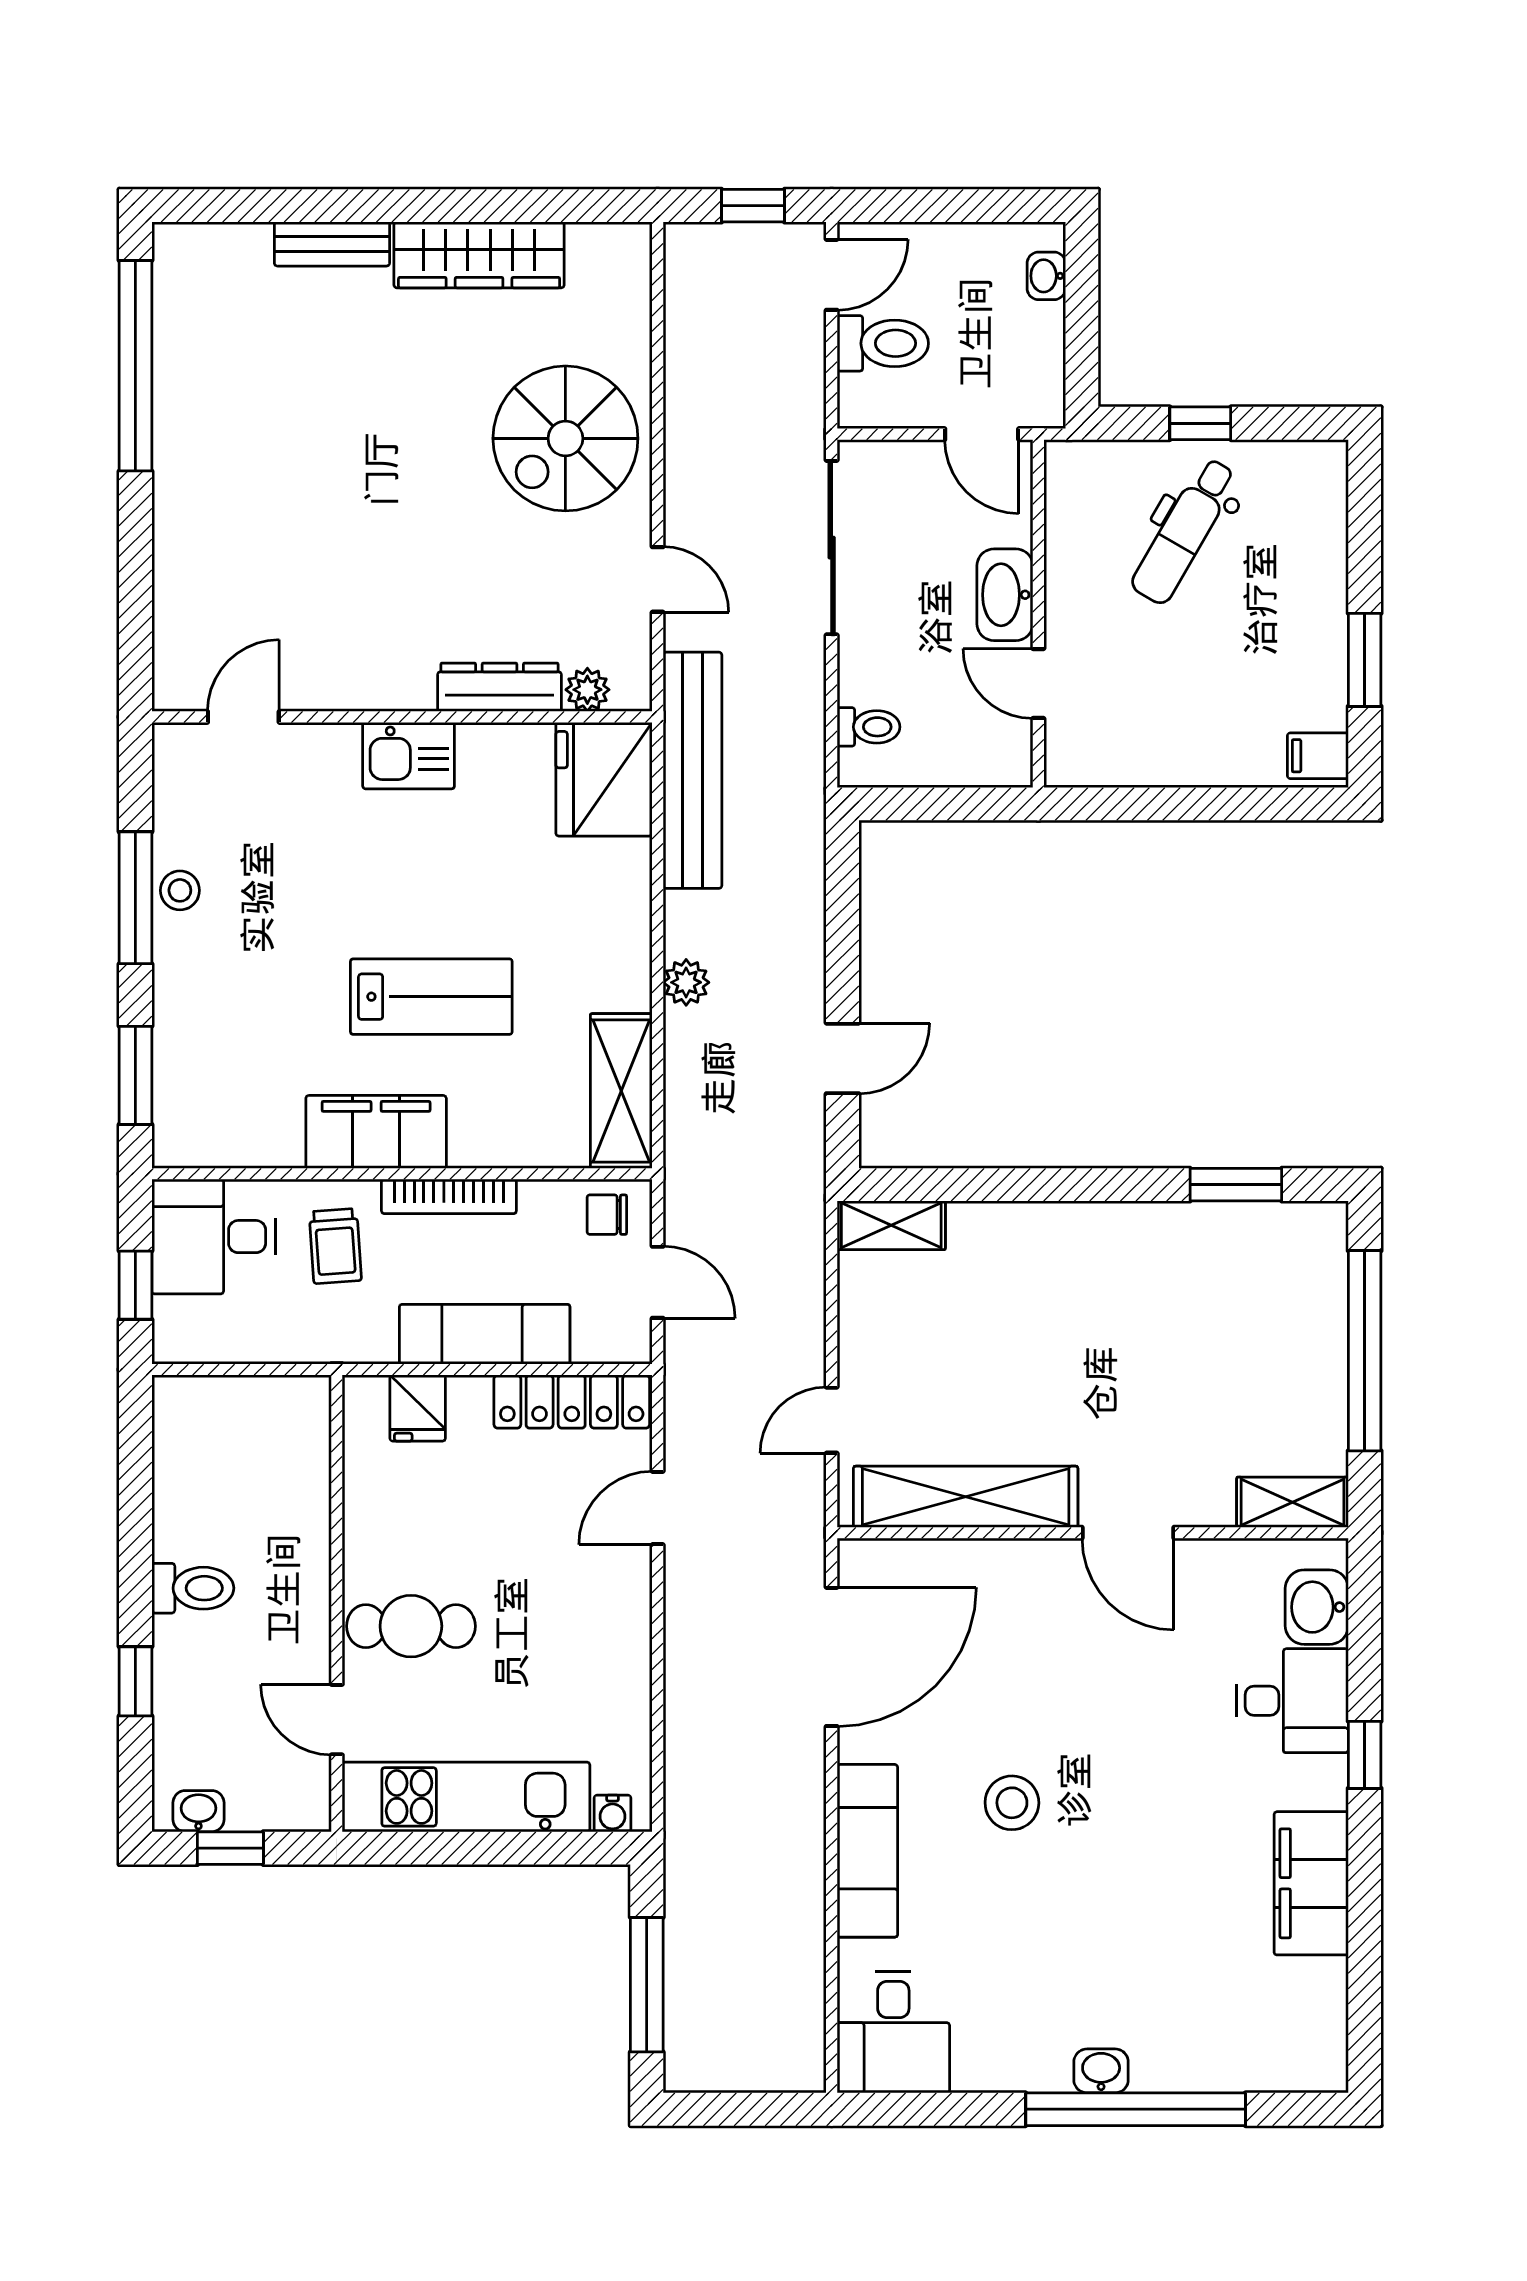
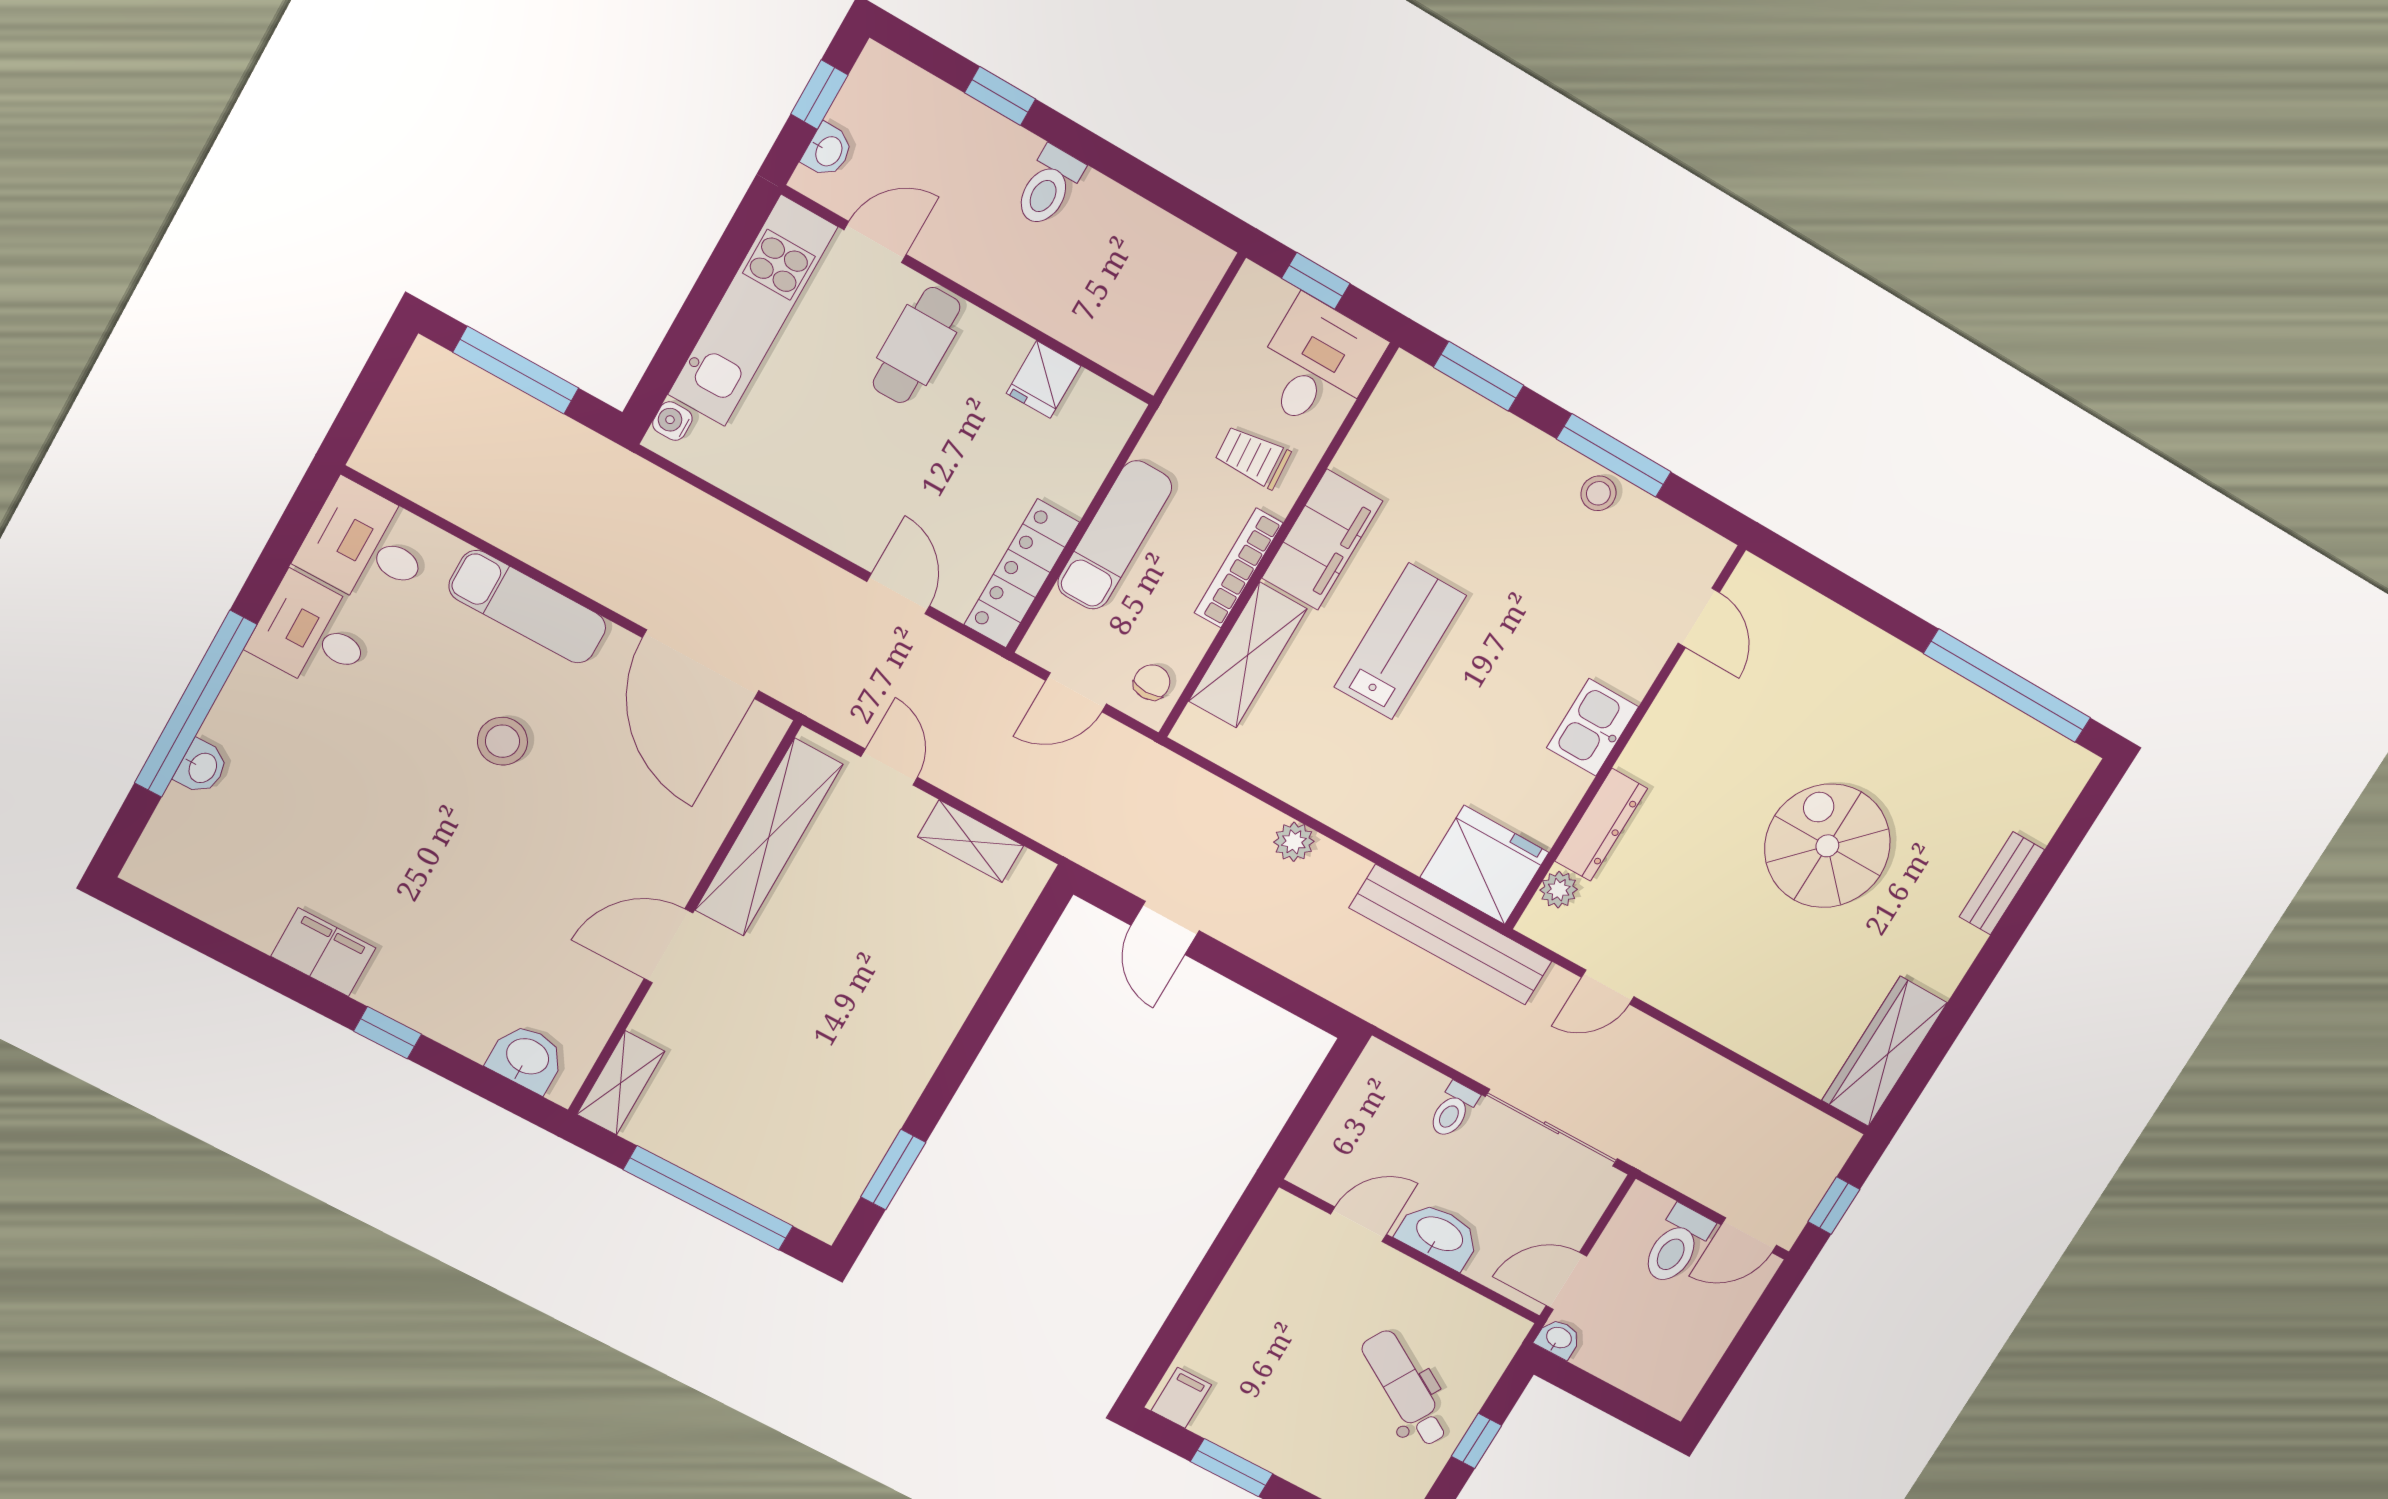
wardrobe: (479, 255) -> (1884, 1051), moved
door: (832, 275) -> (1749, 1235), hinge flipped
washbasin: (1046, 276) -> (1558, 1338), moved
spiral stairs: (565, 438) -> (1827, 846), moved
toilet: (869, 727) -> (1453, 1110), moved
lab bench: (431, 997) -> (1400, 641), turned 180
shelving: (621, 1091) -> (1248, 655), moved, turned 90
shelving: (891, 1225) -> (971, 841), moved, turned 90
fridge: (418, 1408) -> (1043, 380), moved, turned -90
desk: (1292, 1701) -> (313, 634), moved, turned 90
washbasin: (198, 1811) -> (828, 151), moved
filing cabinet: (1311, 1883) -> (323, 952), width x0.67, depth x0.86
washbasin: (1101, 2071) -> (202, 767), moved

